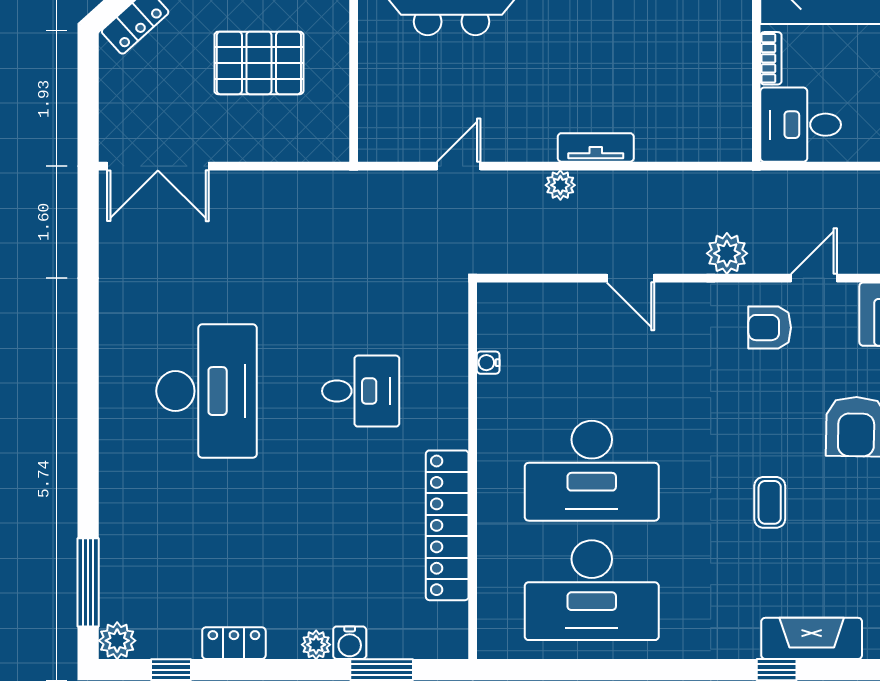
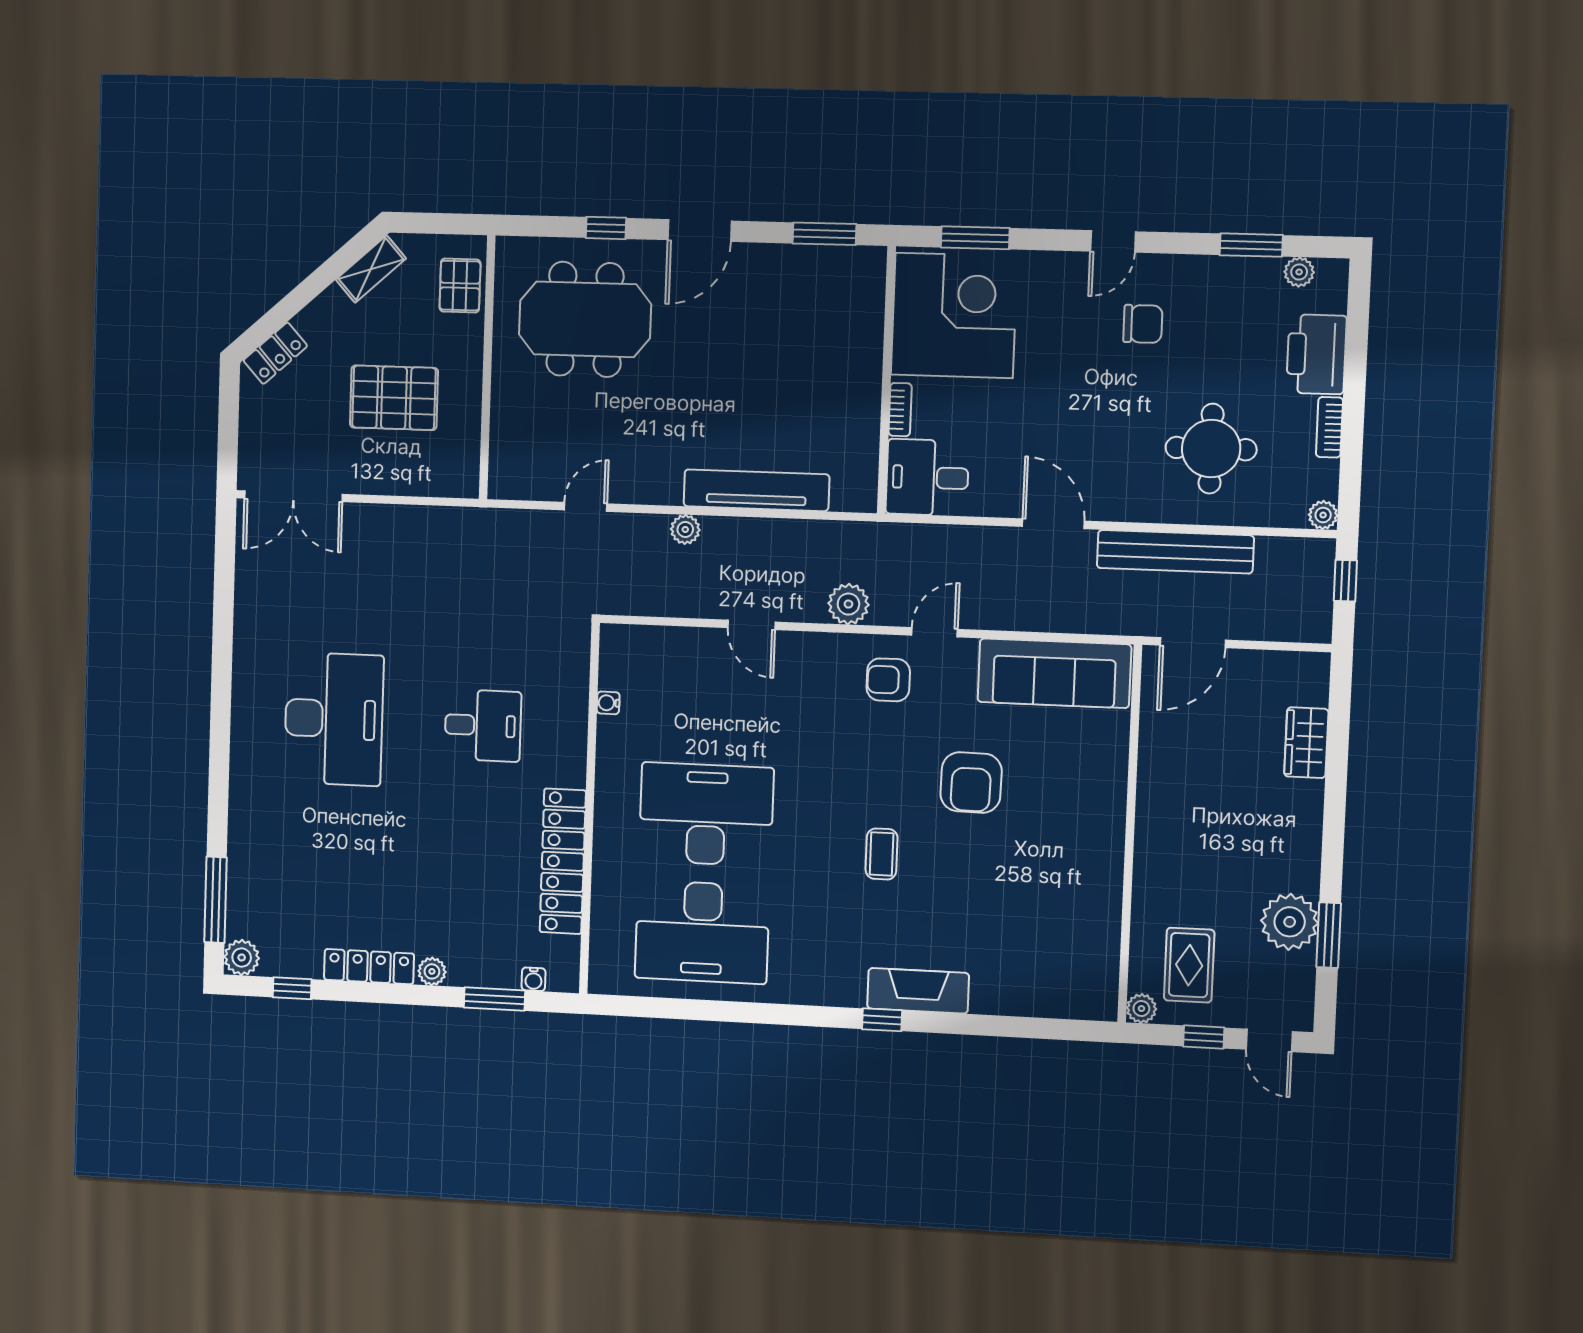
tv unit: (596, 147) -> (756, 490), width x1.92, depth x1.29
desk: (592, 471) -> (706, 814), turned 180
locker: (234, 643) -> (369, 967), width x1.53
water cooler: (350, 643) -> (534, 979), moved, width x0.72, depth x0.72

